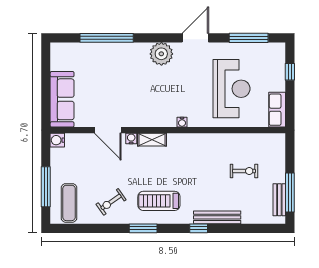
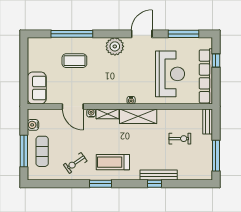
coffee table: (110, 72) -> (74, 61), added
sofa: (62, 99) -> (37, 88), width x0.73
row of seats: (277, 110) -> (206, 76), width x2.02
water cooler: (57, 140) -> (33, 125), moved
shelving: (191, 143) -> (138, 116), added
bench: (279, 200) -> (208, 122), moved
exercise mat: (69, 203) -> (42, 151), moved
window: (199, 228) -> (154, 184), moved

